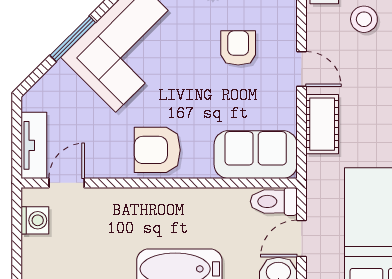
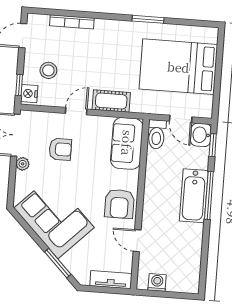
window: (73, 39) -> (58, 263), moved
armchair: (238, 48) -> (60, 149), turned 180
door: (67, 183) -> (137, 241), moved

